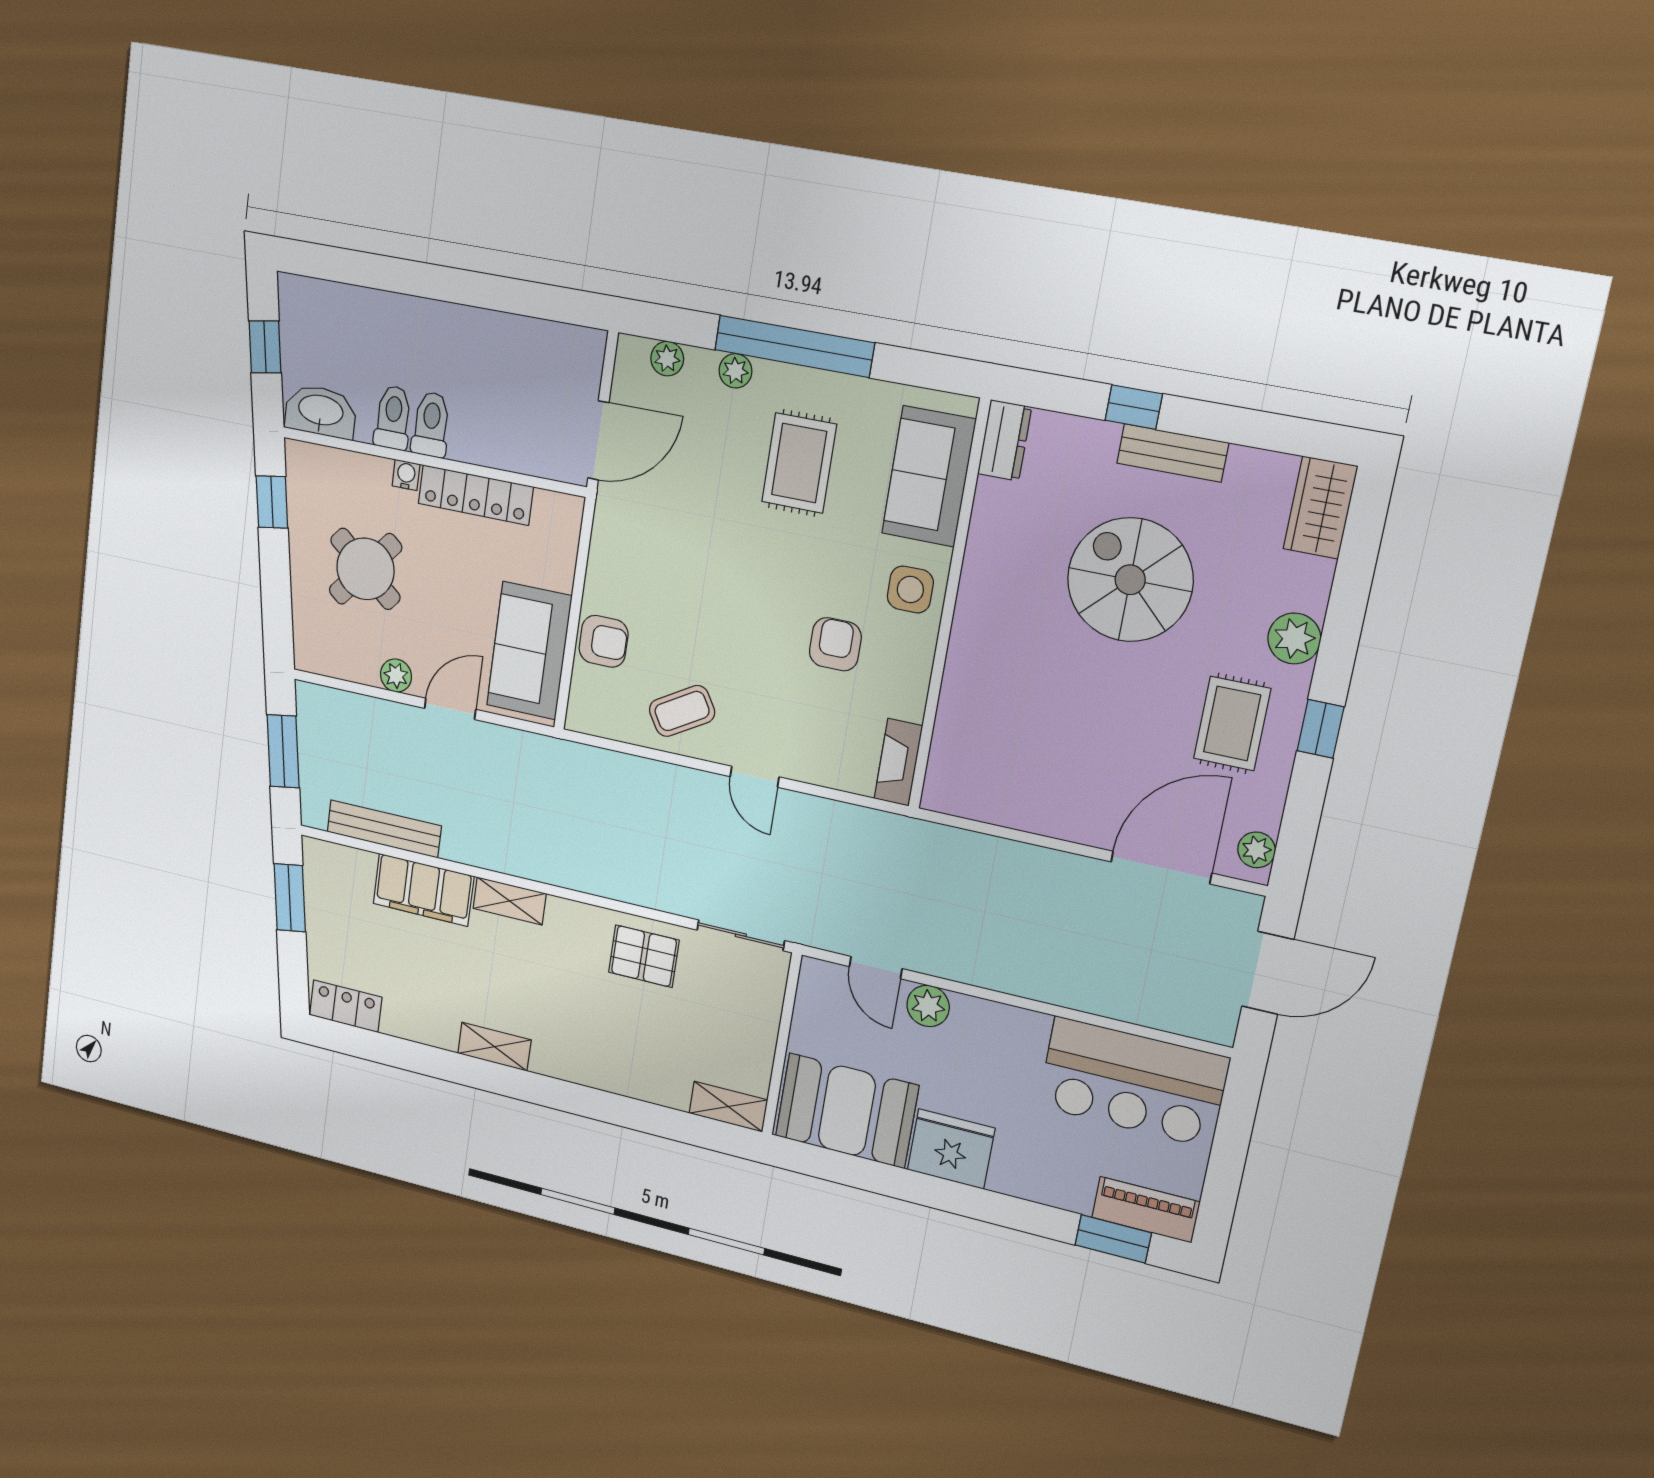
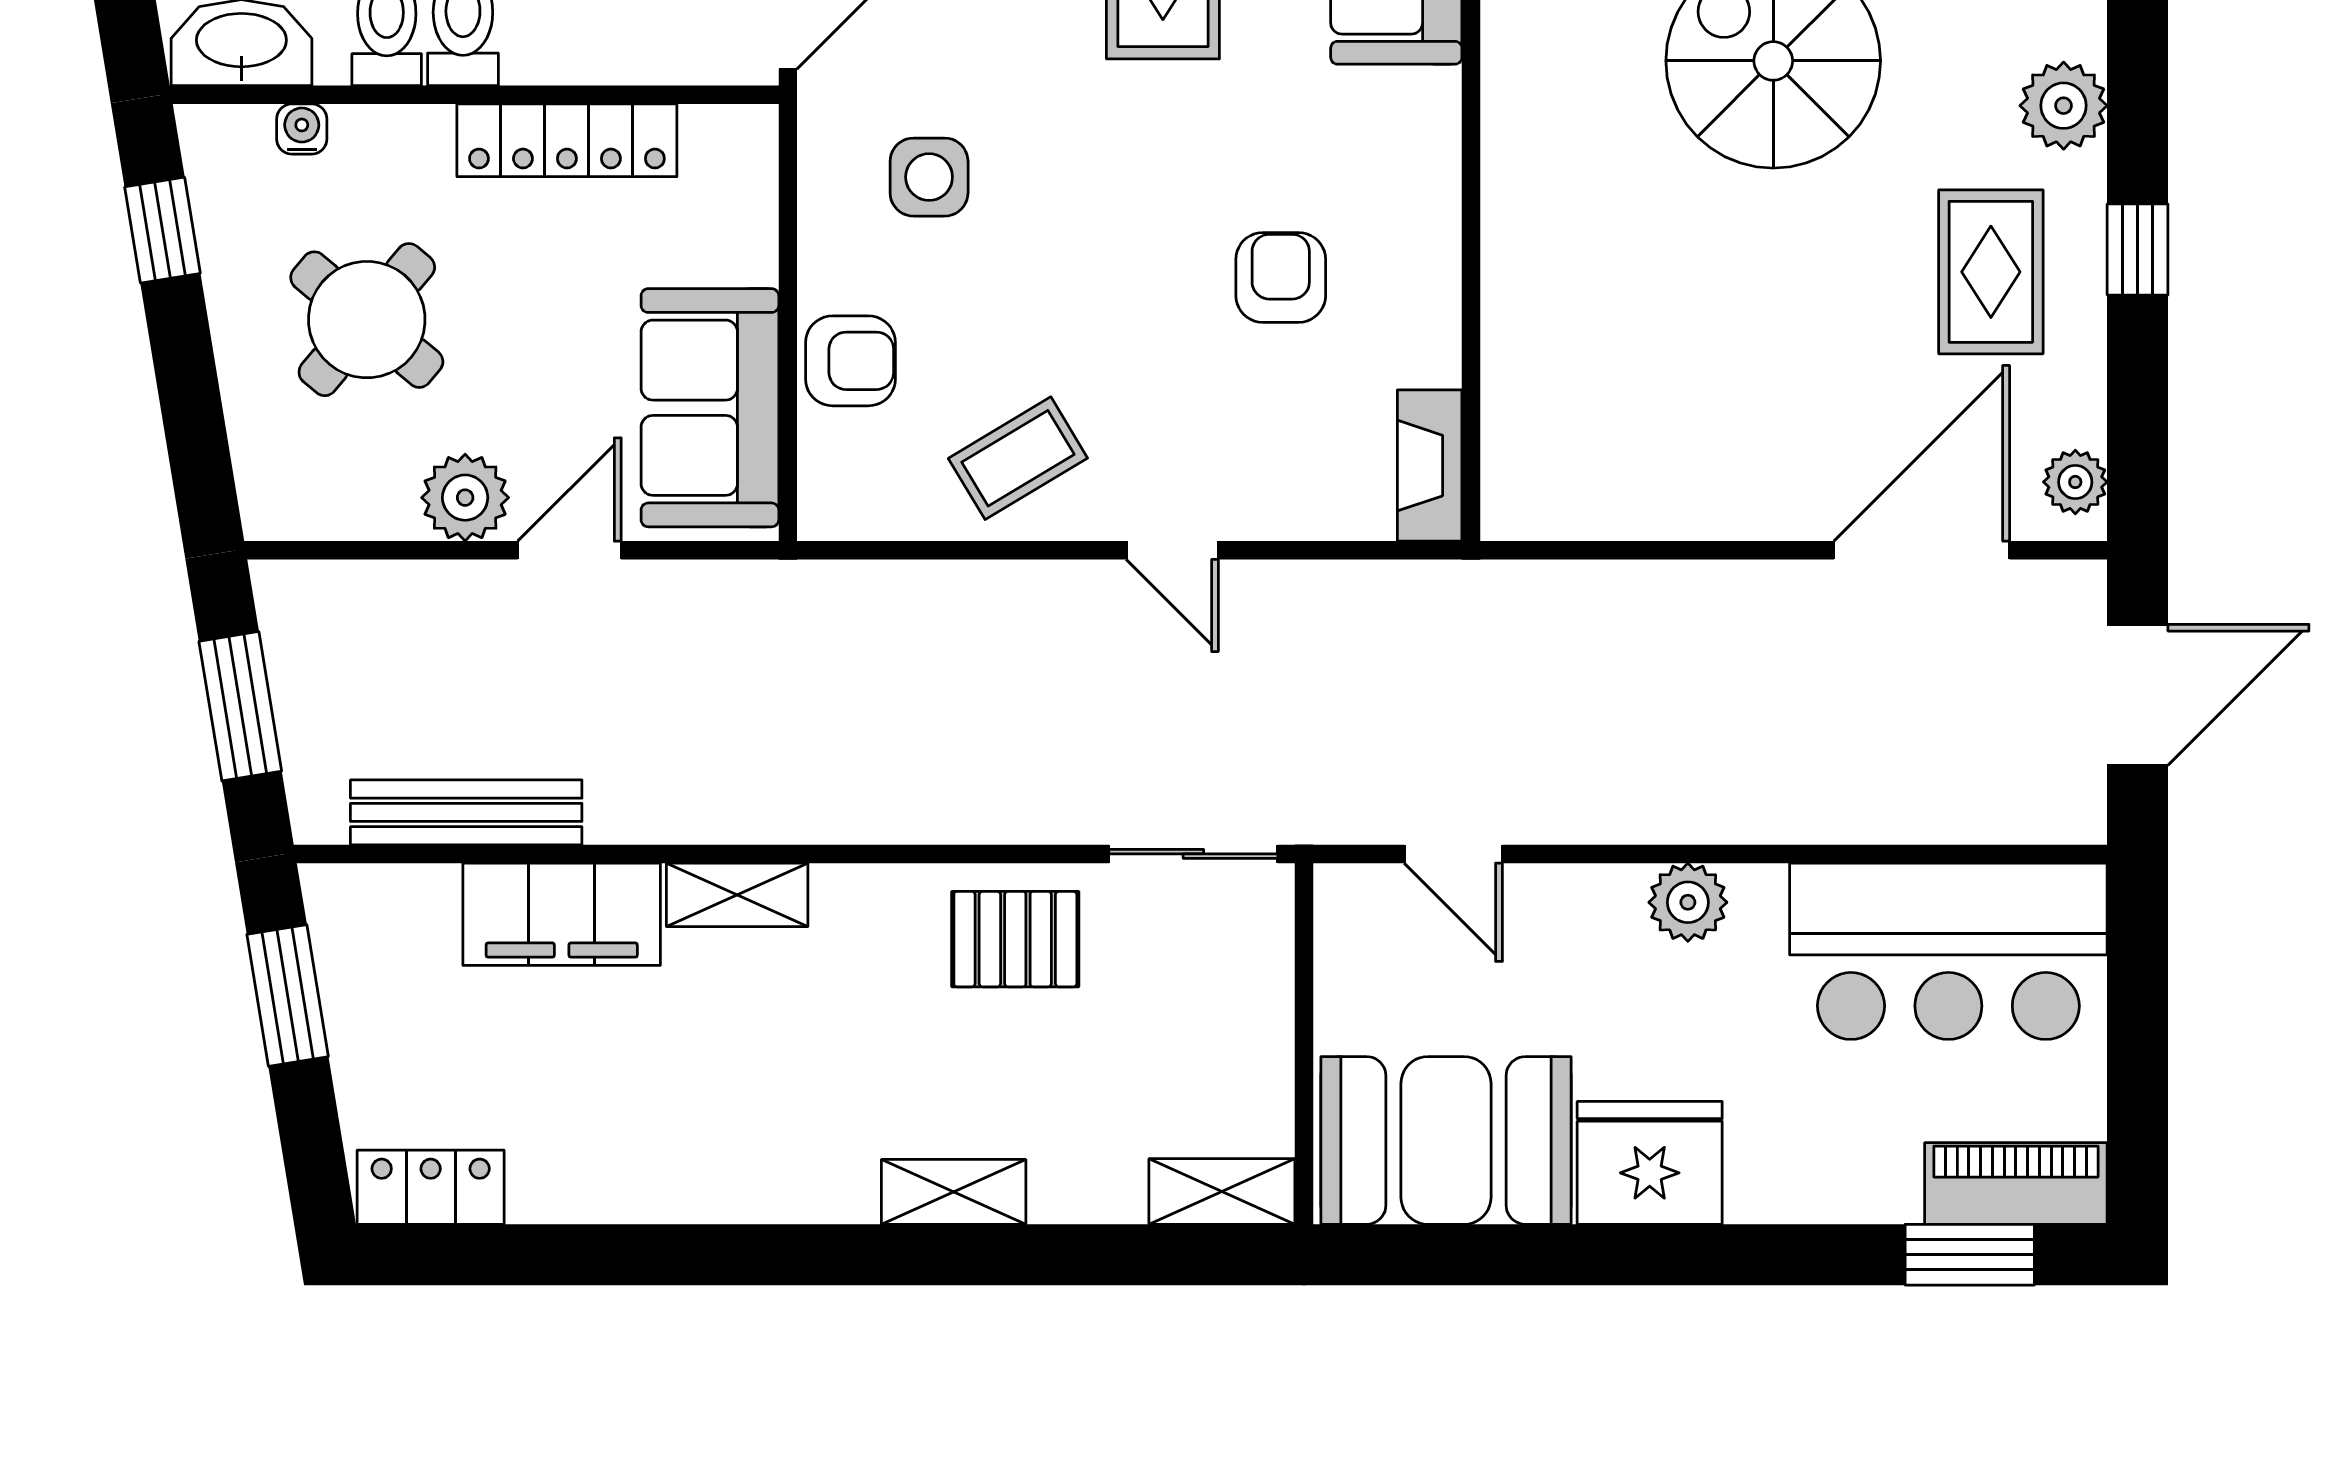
water cooler: (406, 475) -> (302, 129), moved
side table: (910, 589) -> (929, 177), moved
plant: (396, 675) -> (465, 498), width x1.38, depth x1.38
plant: (928, 1006) -> (1688, 902), moved
shelving: (494, 1047) -> (954, 1192), moved

